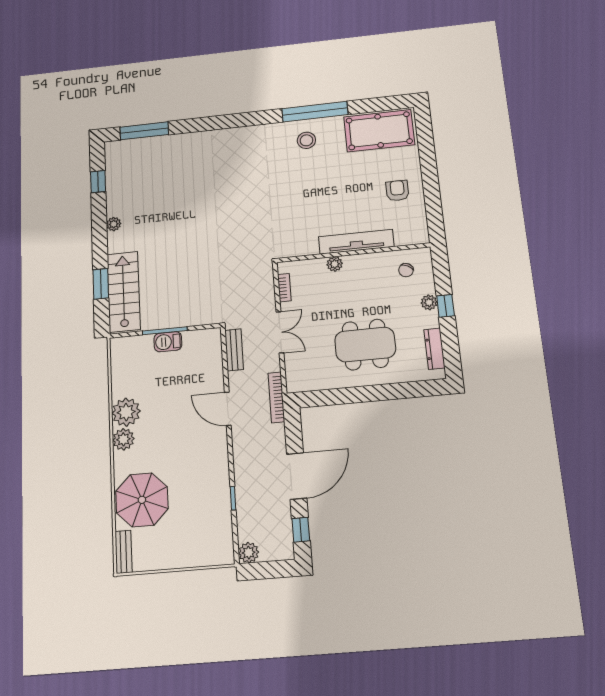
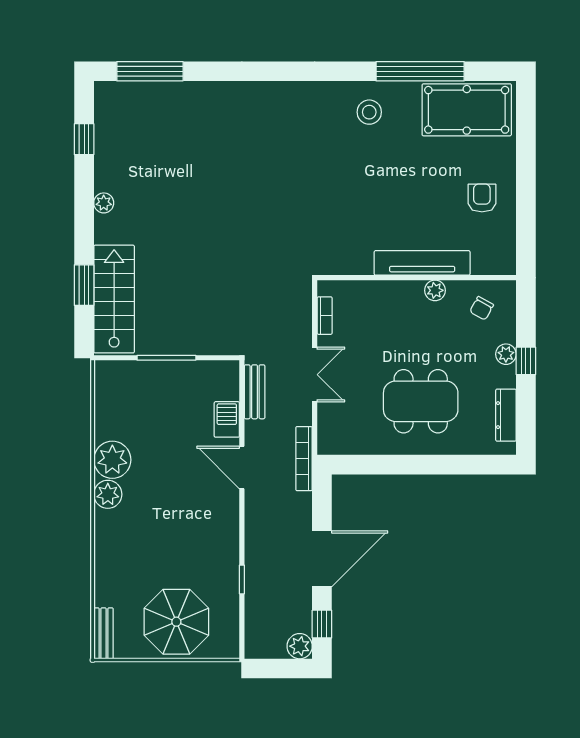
window: (315, 112) -> (420, 71), moved
plant: (335, 264) -> (435, 290), moved
barbecue: (168, 342) -> (227, 419), moved, turned 90
parasol: (142, 500) -> (176, 622), moved
plant: (249, 553) -> (300, 646), moved

